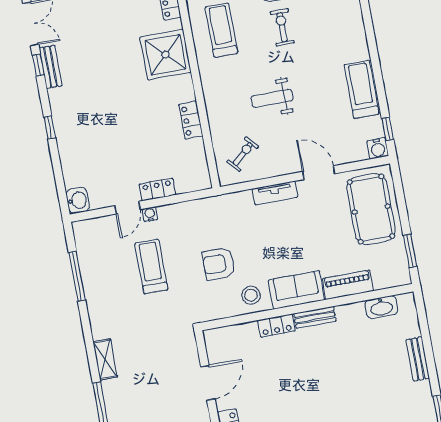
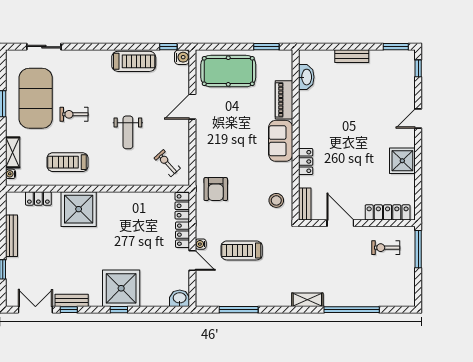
treadmill: (362, 89) -> (134, 61), turned 180
locker: (191, 120) -> (182, 206), moved, turned 90
shower: (77, 125) -> (121, 288), added
tv unit: (275, 193) -> (202, 144), removed
armchair: (219, 264) -> (216, 189), moved
stool: (251, 295) -> (276, 200), moved
bench: (315, 317) -> (305, 204), moved

